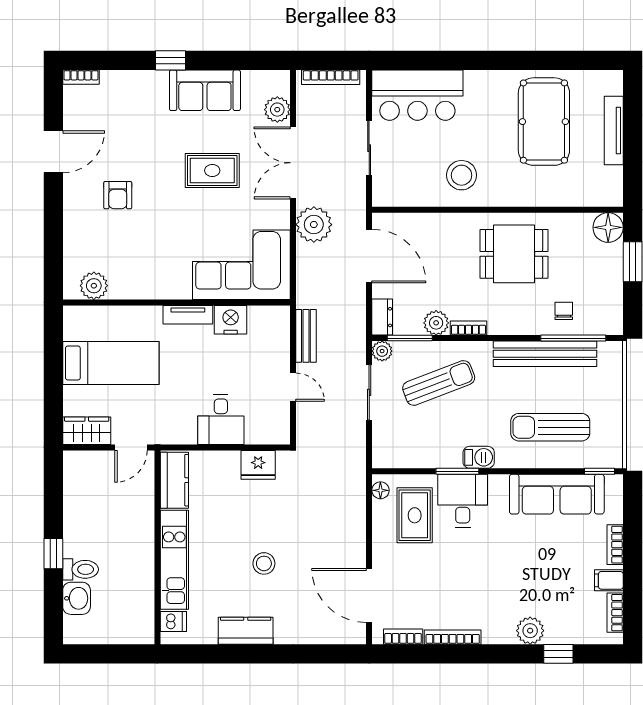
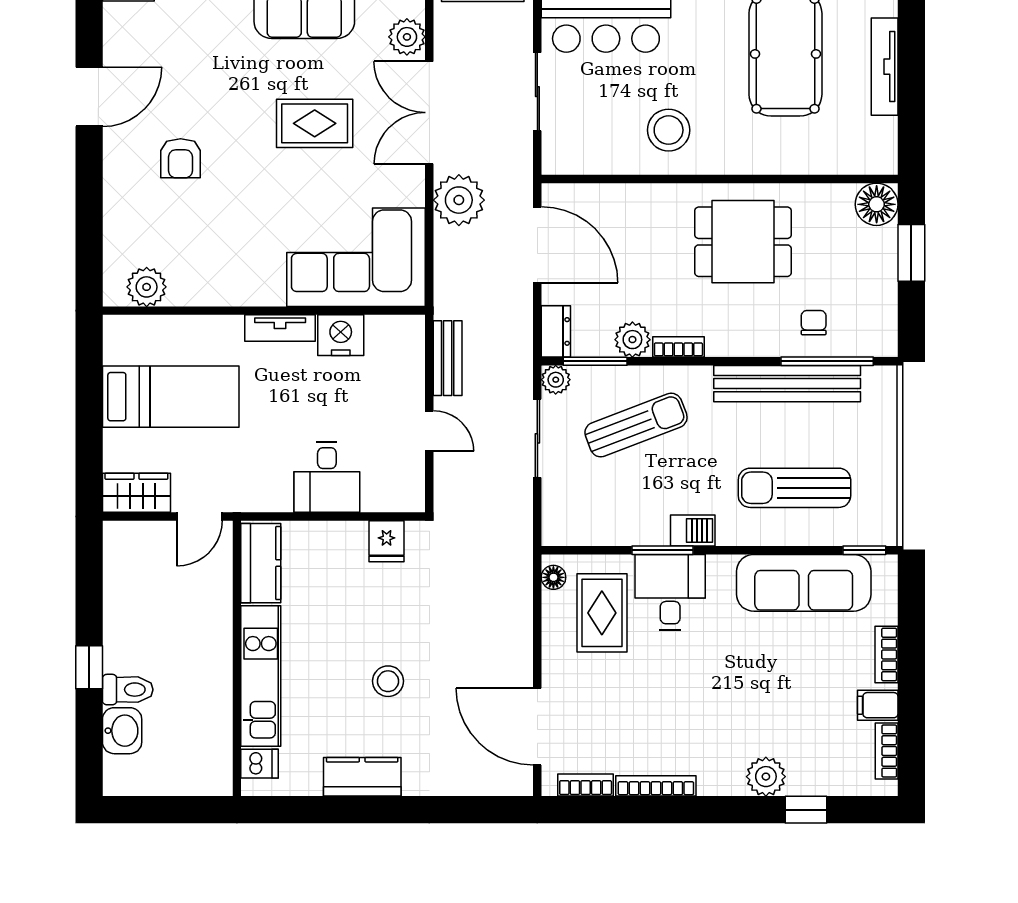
fridge: (258, 465) -> (387, 541), width x0.72

